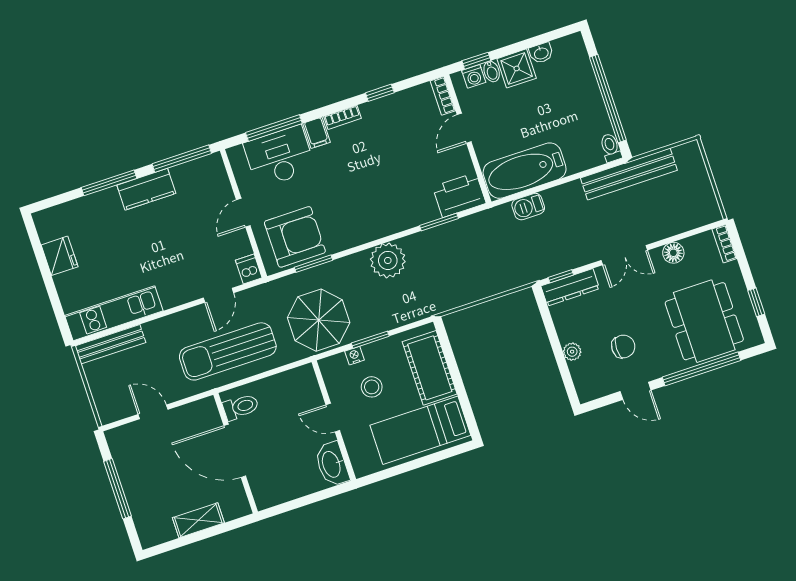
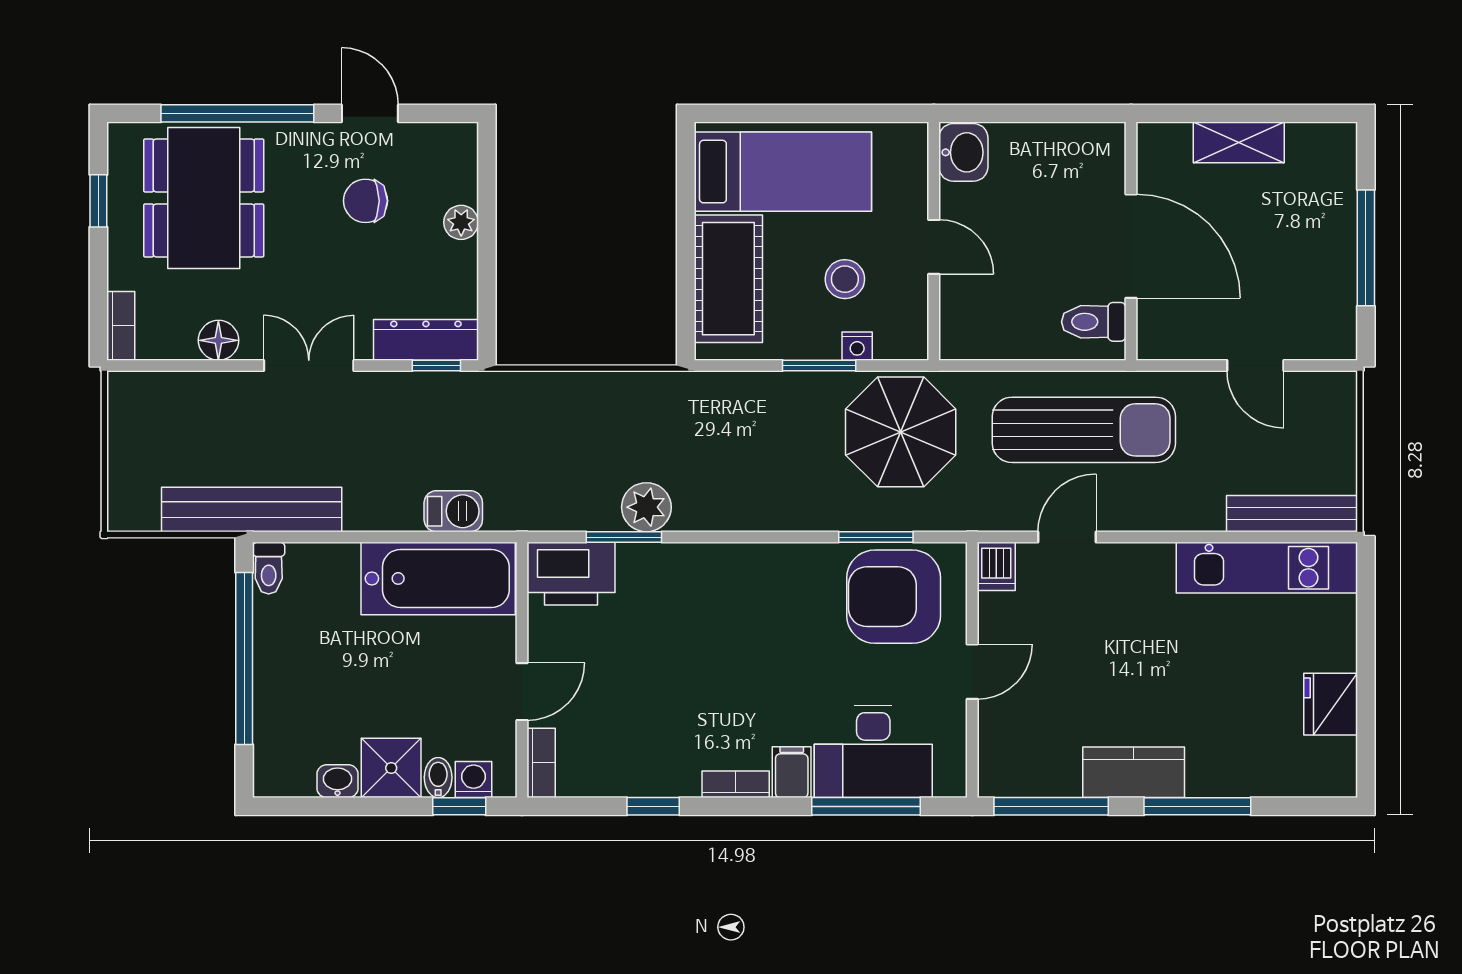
plant: (388, 260) -> (646, 507), moved, width x0.73, depth x0.73
washbasin: (332, 464) -> (963, 152), width x0.72

